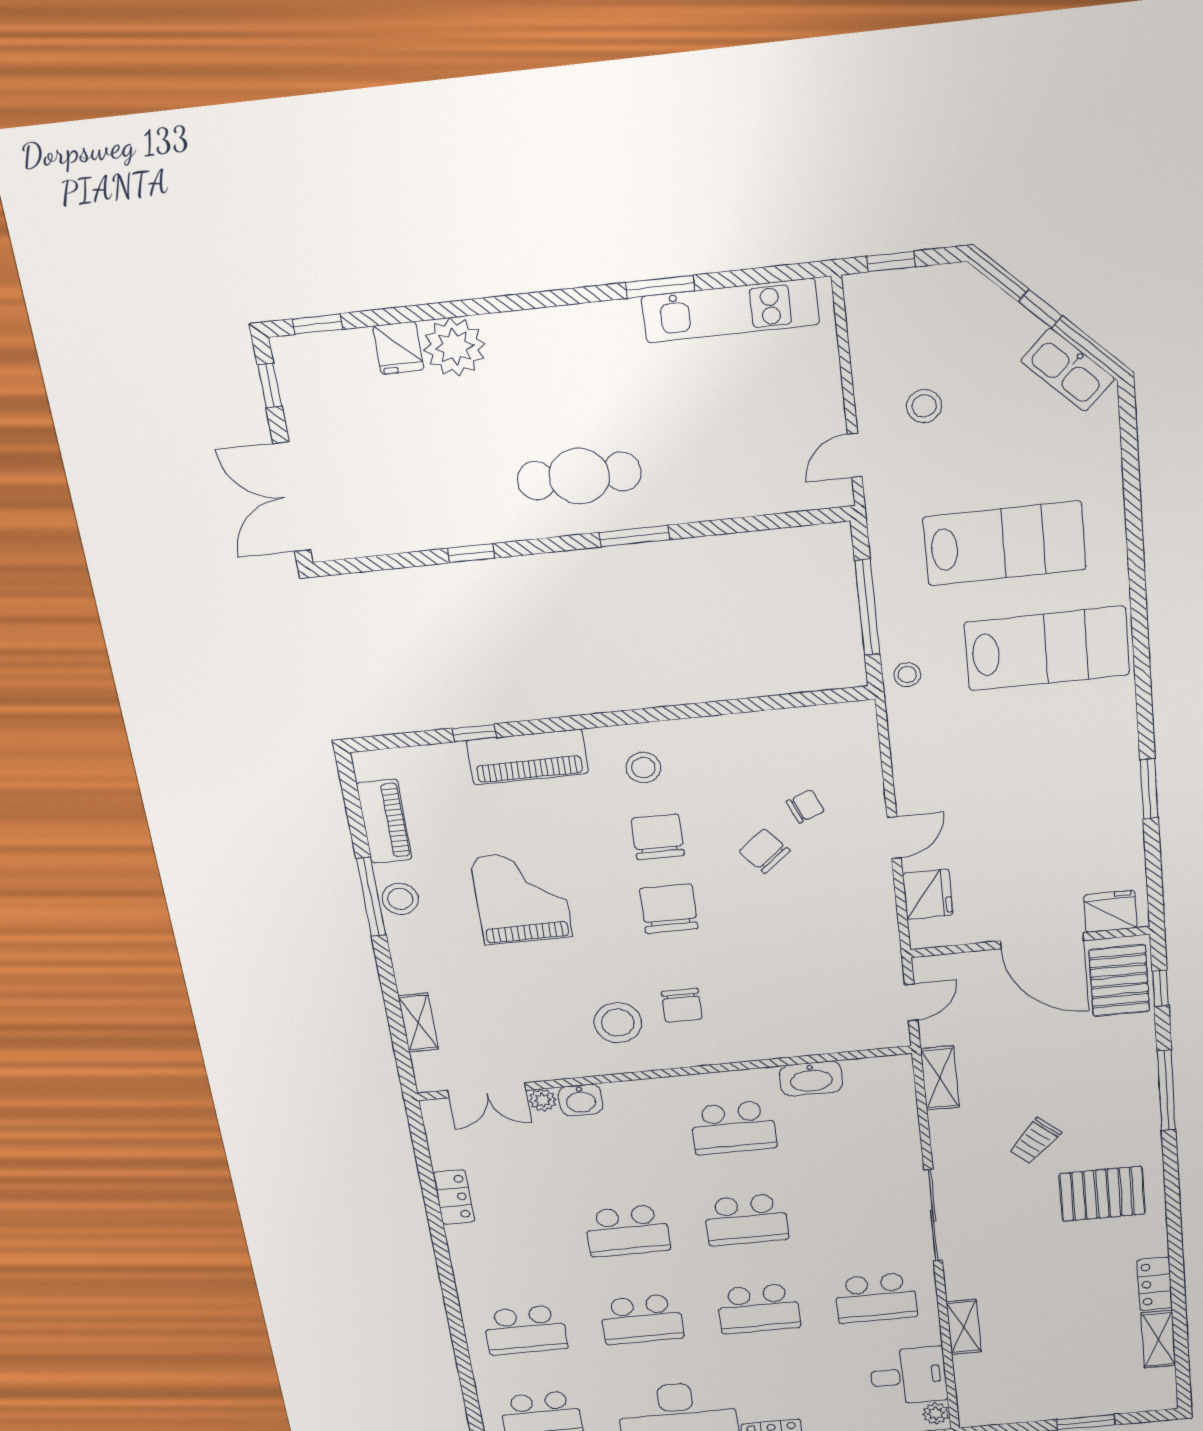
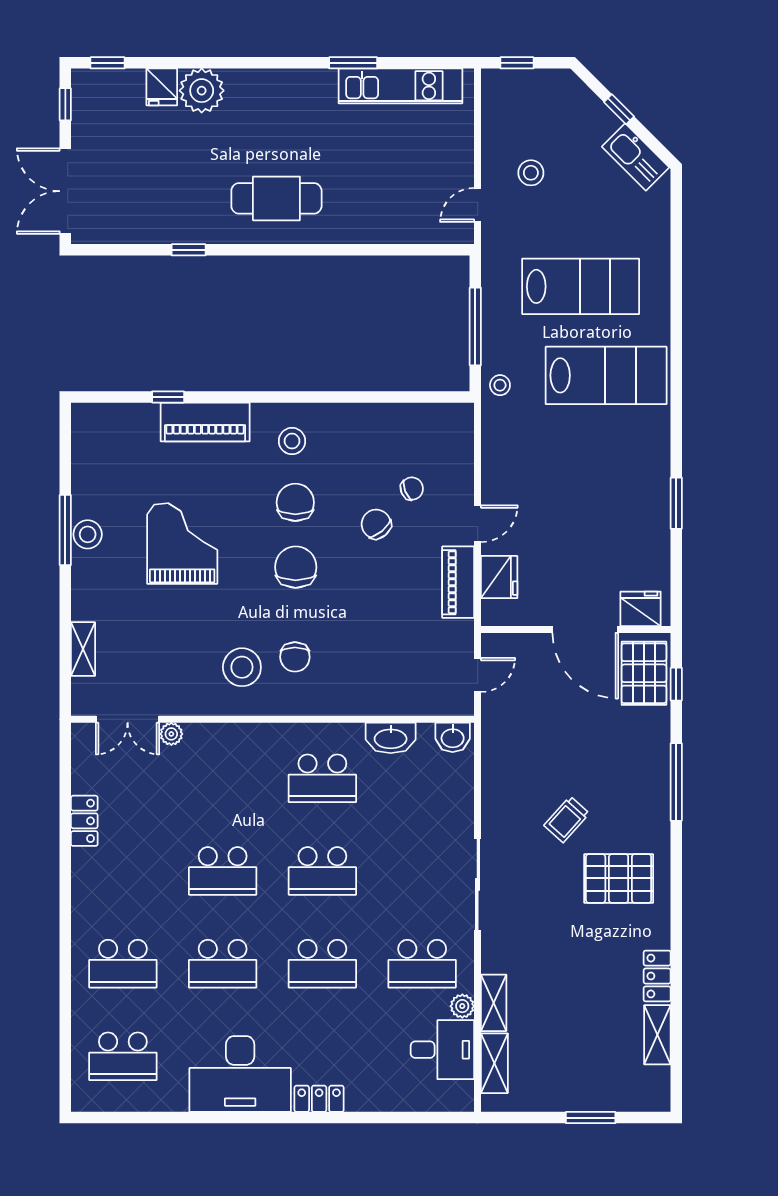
window: (634, 536) -> (310, 250), removed
piano: (384, 821) -> (458, 582), moved, turned 180
shelving: (940, 1078) -> (494, 1063), moved
washbasin: (581, 1100) -> (453, 737), moved
plant: (936, 1413) -> (462, 1006), moved

